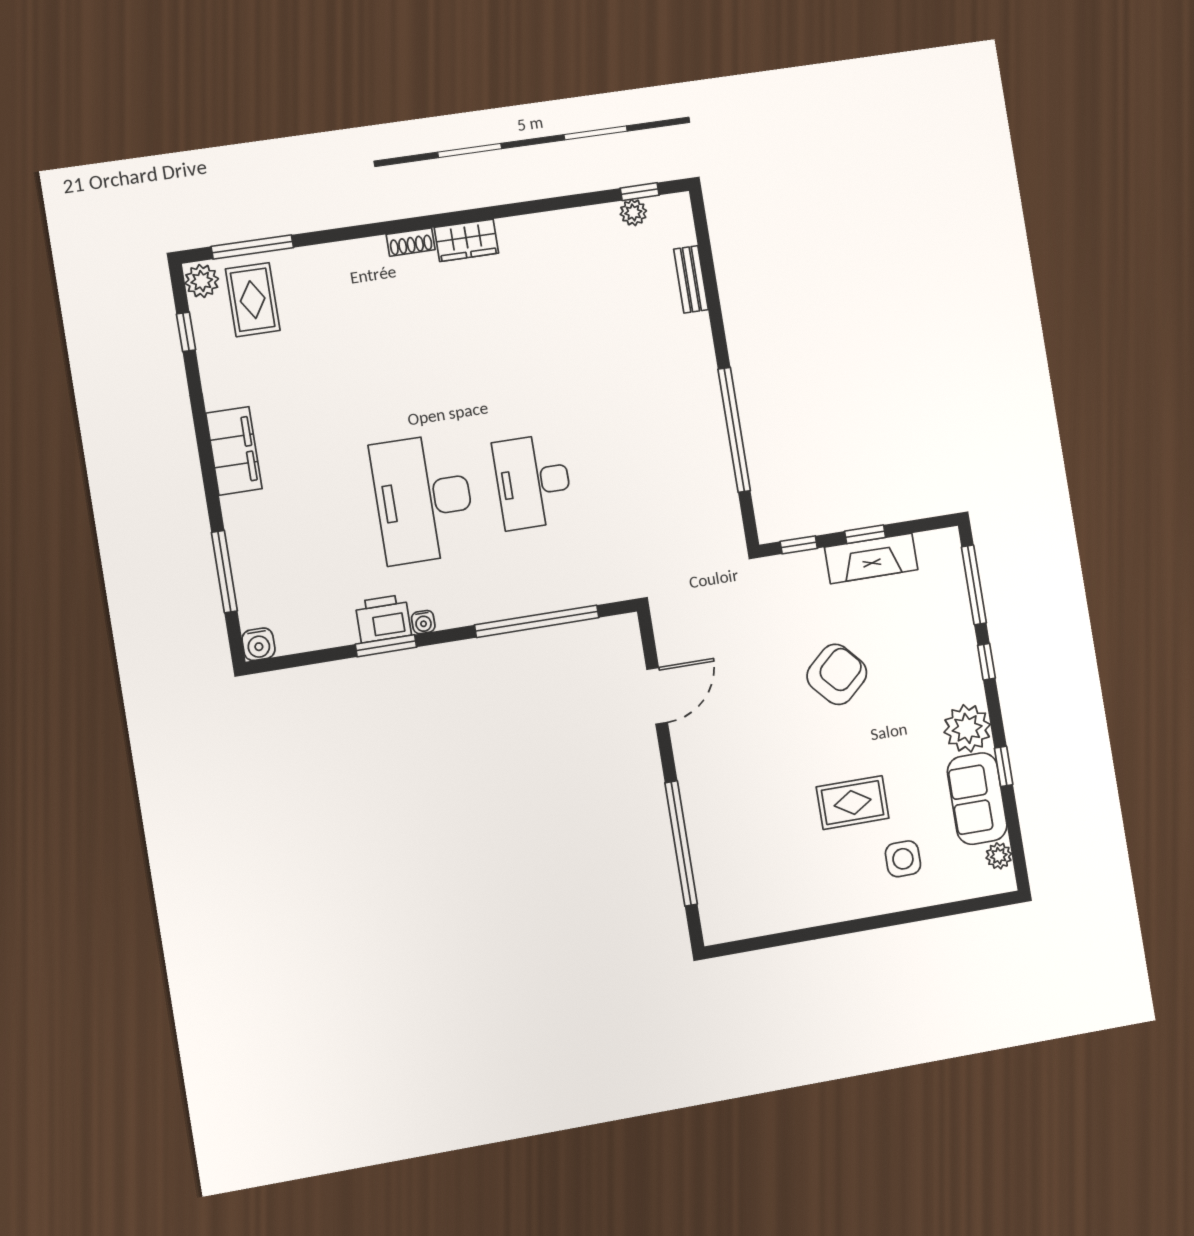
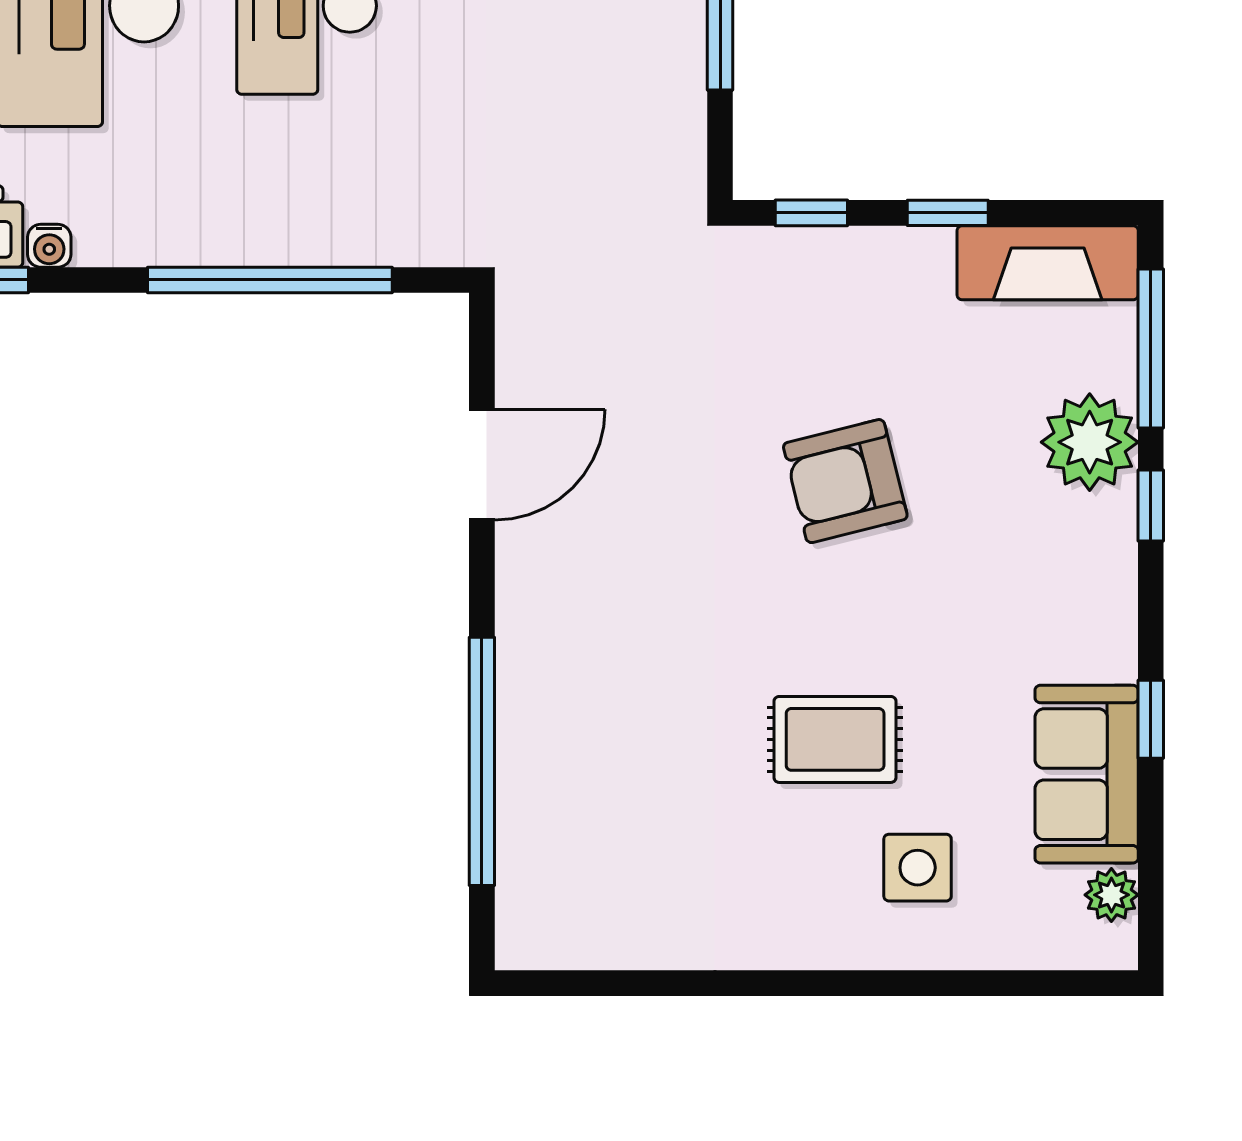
fireplace: (871, 558) -> (1048, 263), moved
armchair: (837, 674) -> (845, 481), turned -152
plant: (967, 728) -> (1090, 442), moved

